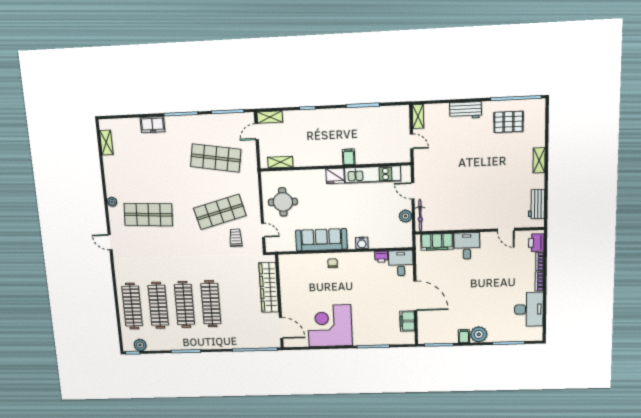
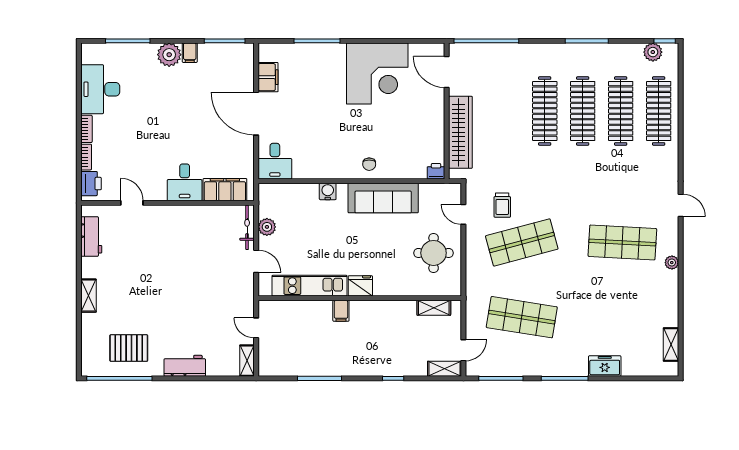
printer: (381, 257) -> (436, 171), moved

